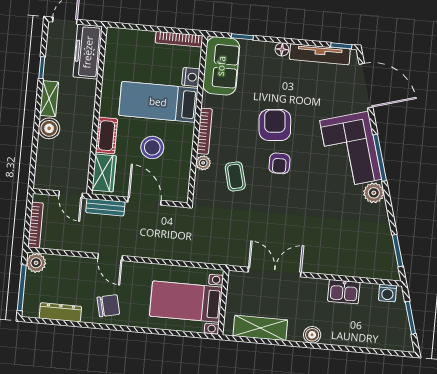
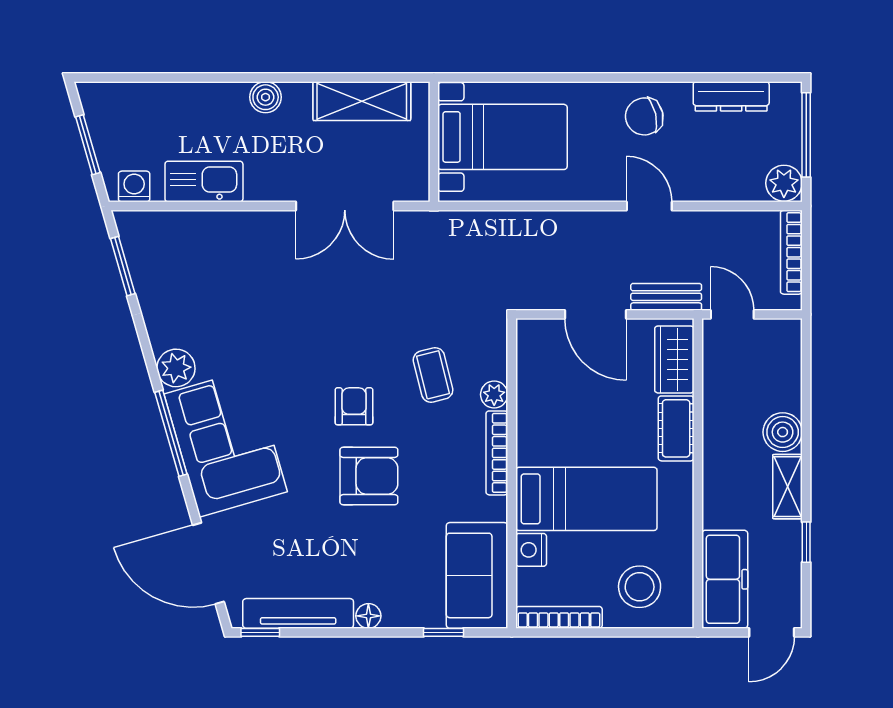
armchair: (275, 125) -> (369, 476), turned -85
stool: (152, 147) -> (640, 587), moved
kitchen sink: (344, 292) -> (204, 182), width x1.38

